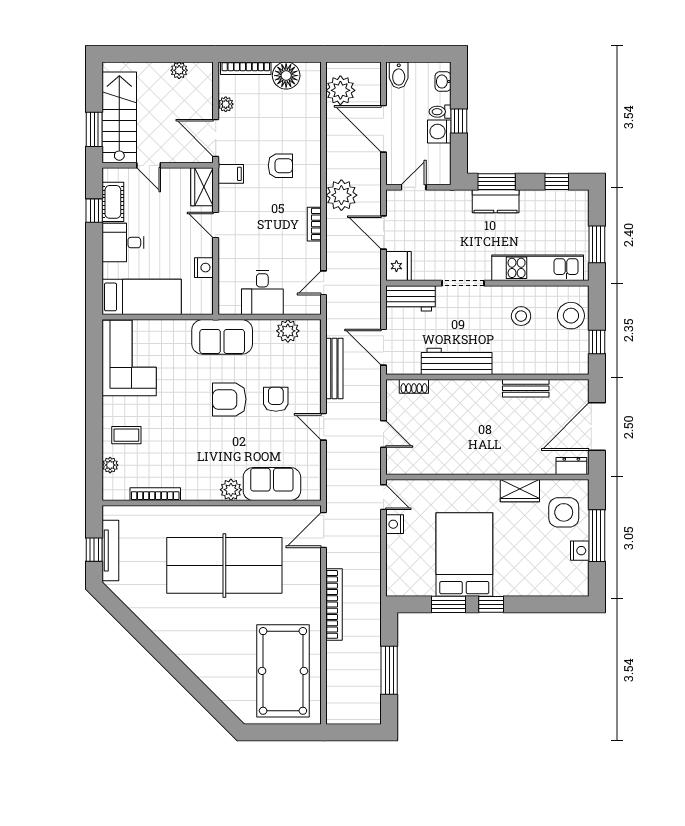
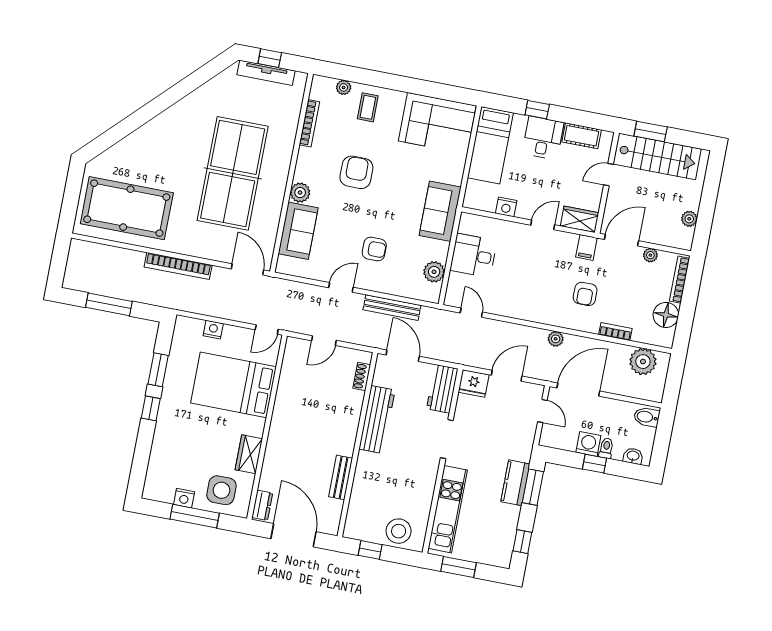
door: (383, 129) -> (578, 390), moved
plant: (341, 195) -> (556, 339), width x0.53, depth x0.53
window: (94, 211) -> (537, 110), moved
bookcase: (314, 224) -> (615, 332), moved
stool: (521, 316) -> (407, 486), removed
door: (383, 347) -> (403, 356), hinge flipped
armchair: (229, 399) -> (356, 172), moved
nightstand: (395, 524) -> (213, 330), moved
bed: (464, 555) -> (233, 385), moved, turned 180

